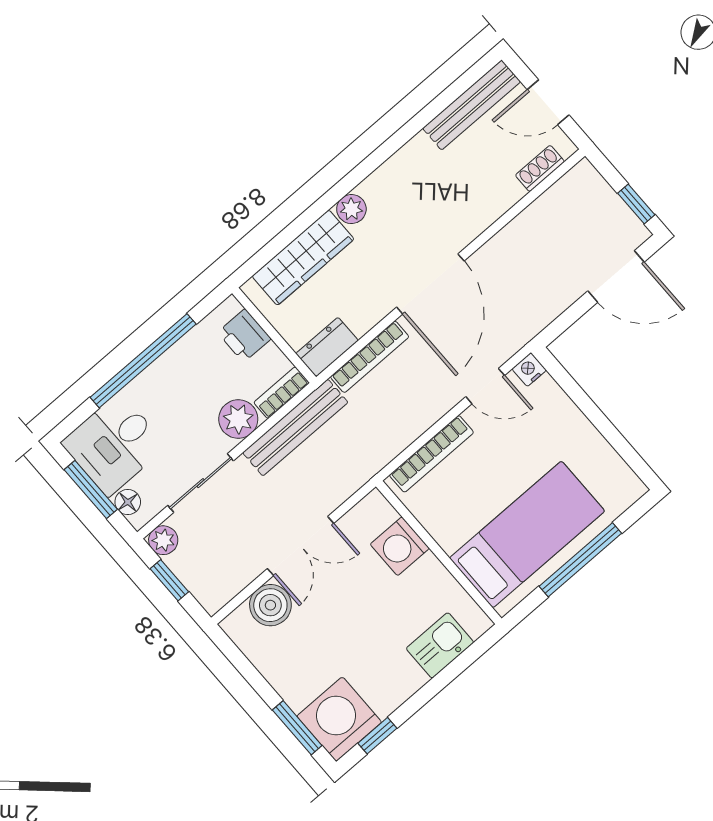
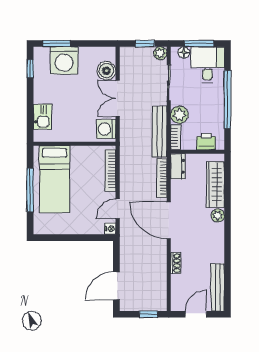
shoe rack: (540, 168) -> (176, 263), moved
window: (636, 204) -> (148, 314), moved
washing machine: (400, 546) -> (106, 129), moved, turned -90
washing machine: (339, 719) -> (64, 60), moved, turned 90

